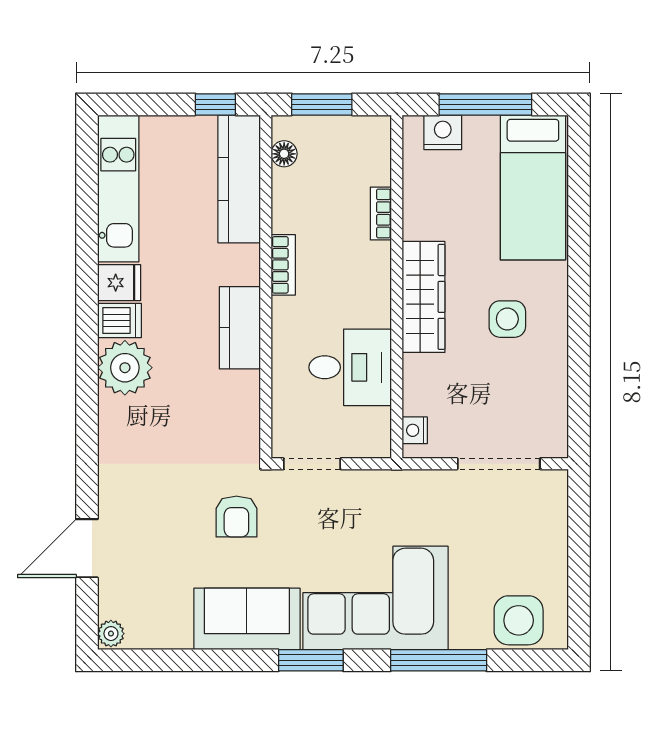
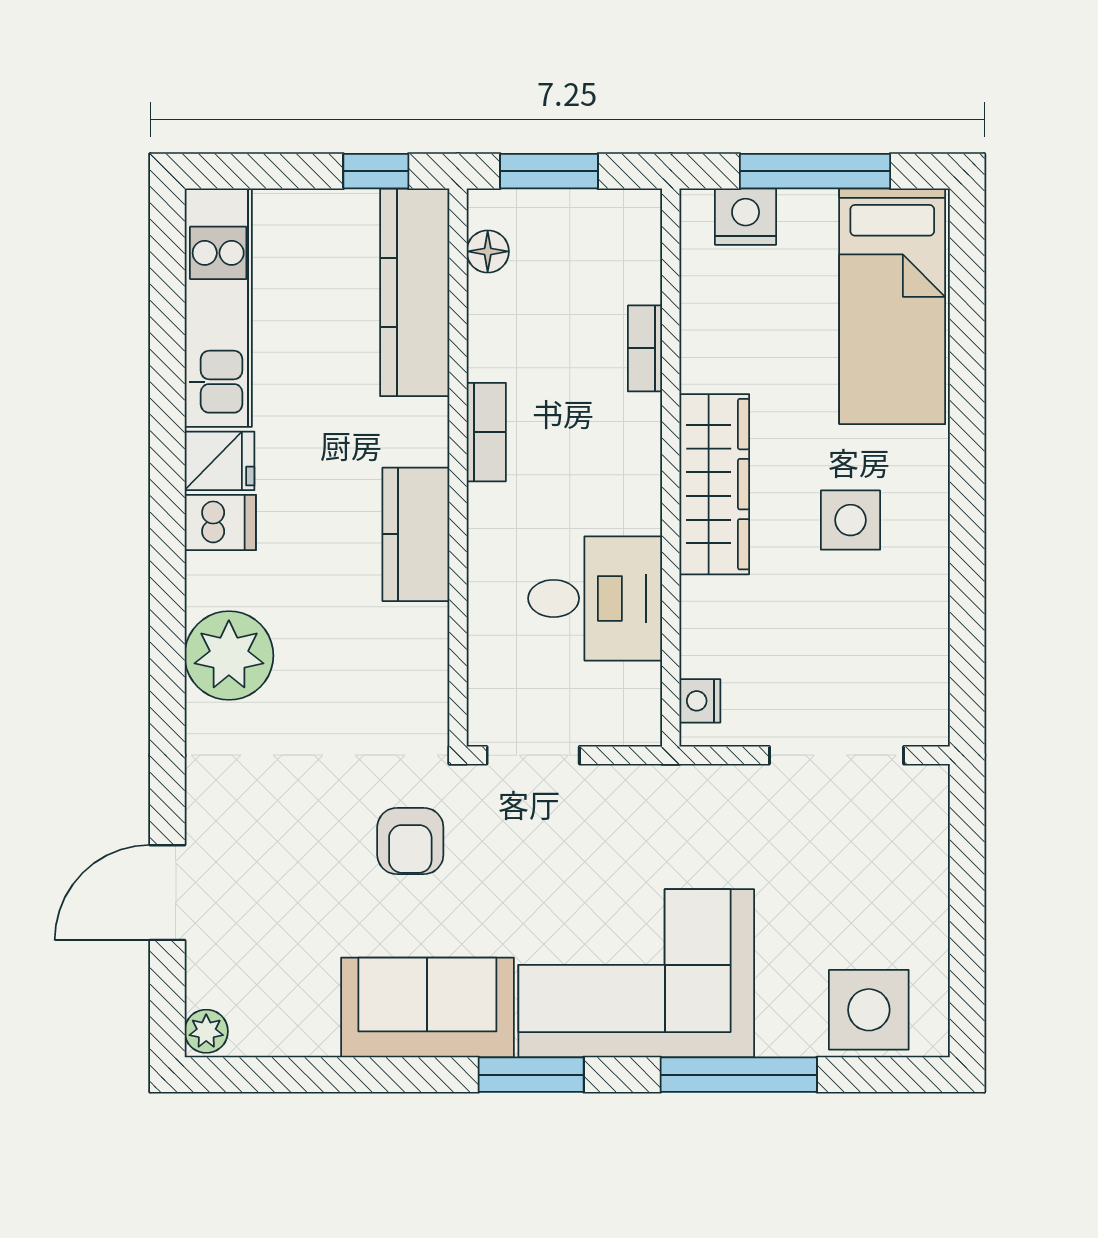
plant: (125, 368) -> (229, 656), moved

